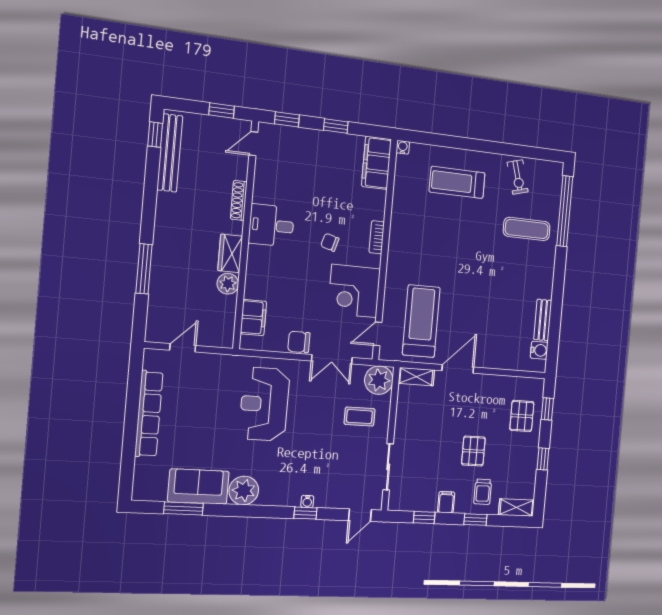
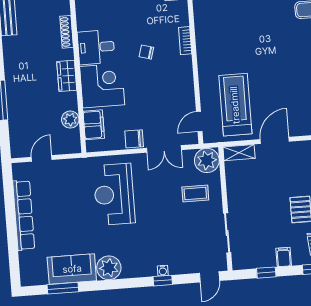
plant: (228, 284) -> (70, 120), moved
corner desk: (354, 291) -> (102, 86), moved, turned 180

